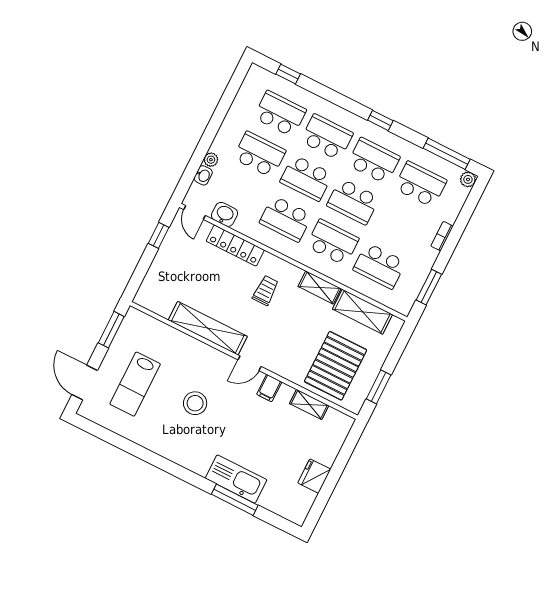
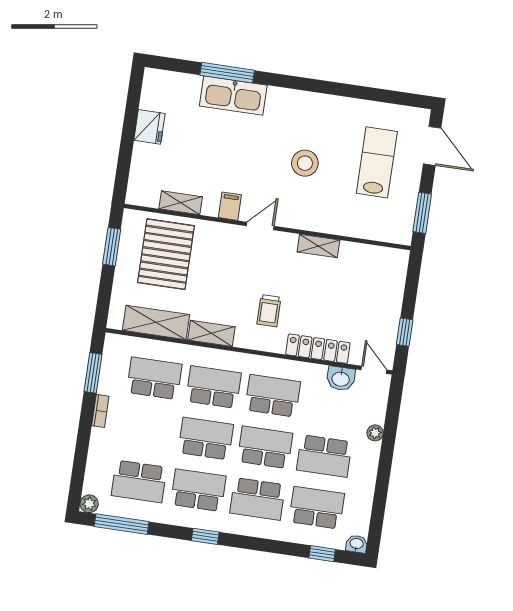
school desk: (280, 114) -> (317, 508), turned 180
school desk: (374, 161) -> (198, 490), turned 180
washbasin: (203, 175) -> (357, 544), moved, turned 90
bookcase: (442, 236) -> (100, 411), moved
school desk: (333, 242) -> (213, 387), turned 180
shelving: (208, 328) -> (318, 246), width x0.45, depth x0.75

